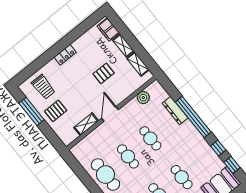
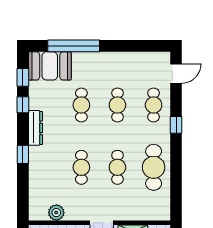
dresser: (175, 111) -> (35, 128), moved
window: (193, 117) -> (23, 154), width x0.32

